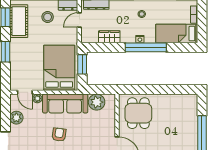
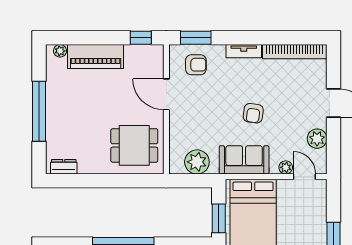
dresser: (185, 99) -> (64, 167), added
sofa: (65, 103) -> (244, 160), width x0.73
dining table: (138, 113) -> (134, 145), turned 90

